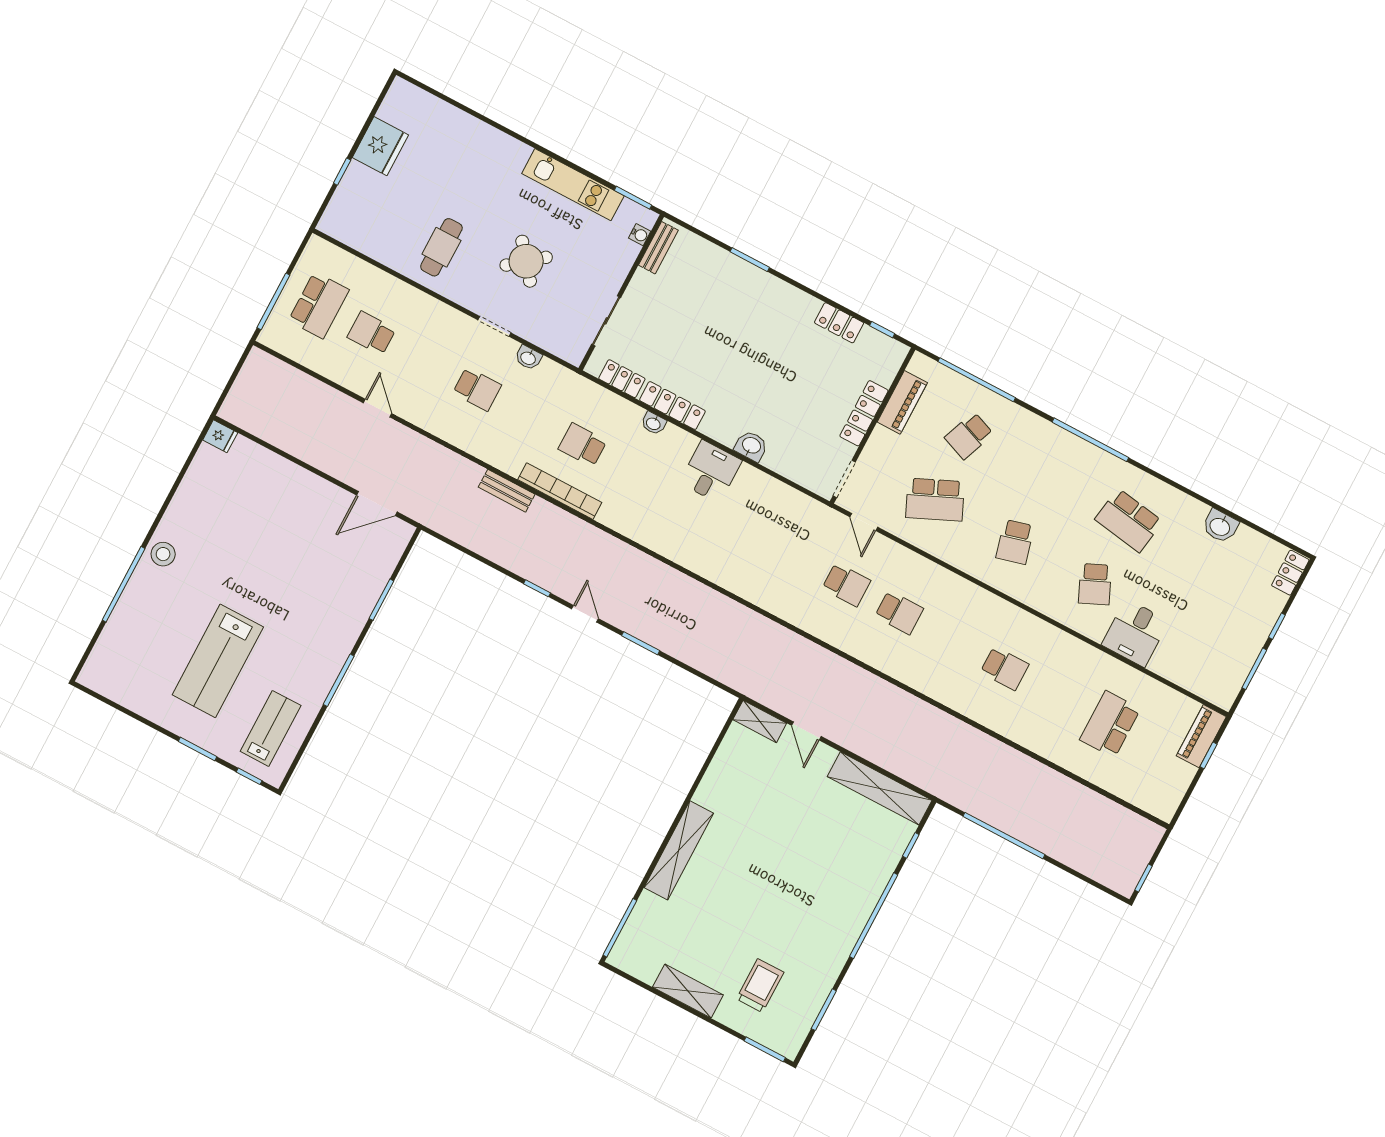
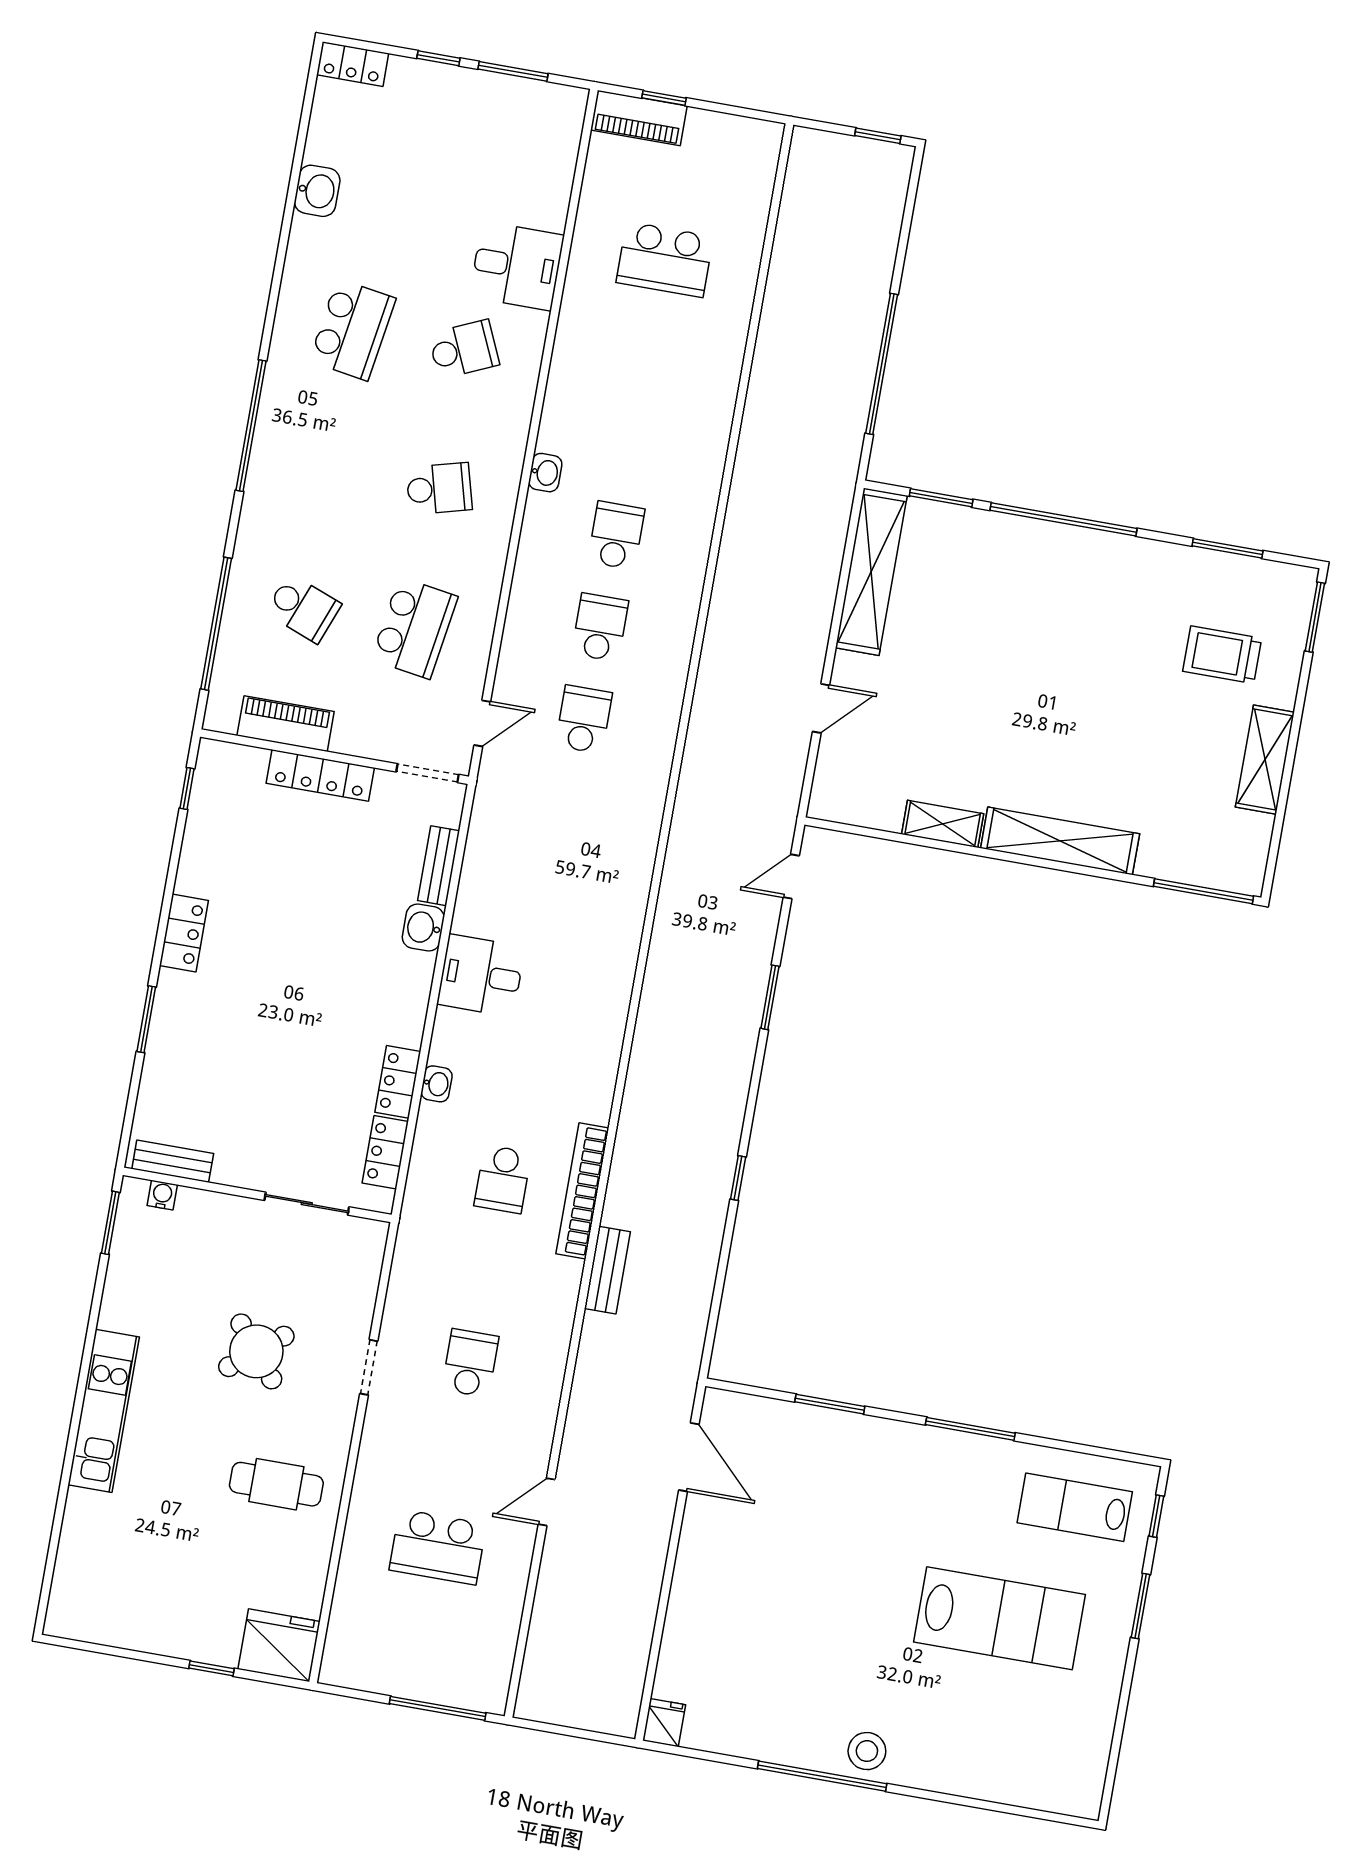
fridge: (380, 146) -> (279, 1645), moved
kitchen unit: (573, 185) -> (104, 1411), moved
school desk: (319, 305) -> (422, 1639), removed
locker: (839, 323) -> (184, 933), moved
school desk: (372, 333) -> (438, 1547), width x1.85
washbasin: (528, 358) -> (545, 473), moved
locker: (672, 406) -> (398, 1082), width x0.66
bench: (786, 467) -> (439, 866), added
school desk: (935, 500) -> (415, 628), turned 33
window: (124, 584) -> (822, 1776), moved
door: (585, 614) -> (791, 877), moved
school desk: (1005, 668) -> (616, 535), moved
shelving: (760, 721) -> (943, 824), moved, turned 90
window: (911, 845) -> (941, 498), width x1.50

